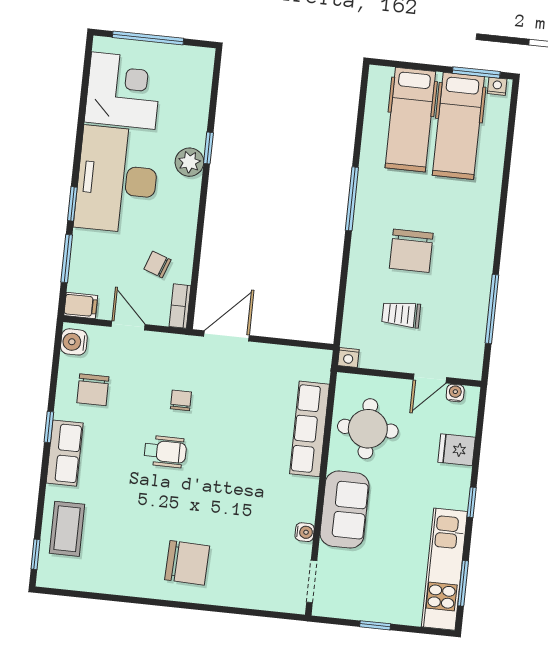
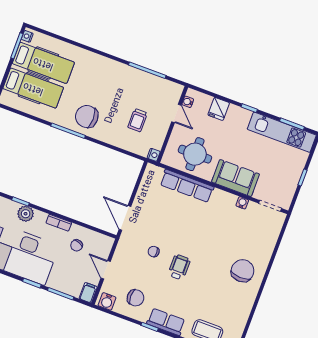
chair: (411, 251) -> (87, 117), moved, turned 180
bookcase: (180, 306) -> (59, 223), moved
door: (128, 326) -> (106, 270), hinge flipped

